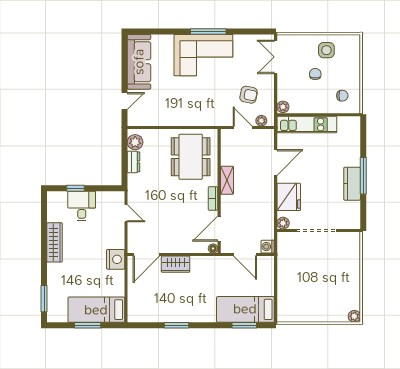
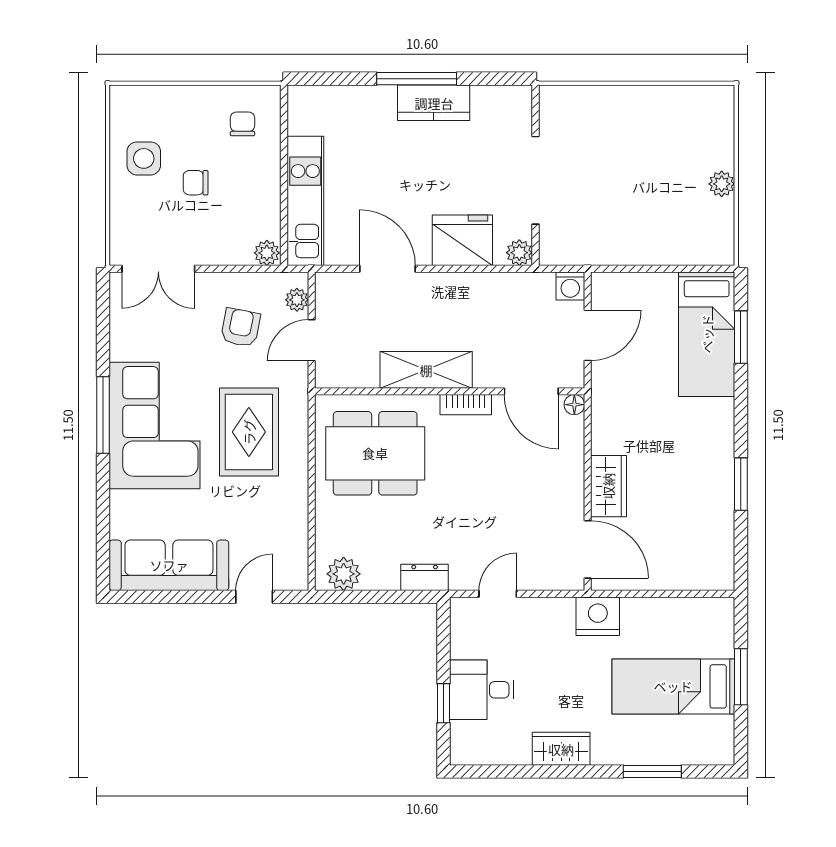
rug: (200, 99) -> (249, 432), added
door: (125, 101) -> (254, 597), hinge flipped
dresser: (133, 162) -> (425, 577), moved
shelving: (227, 180) -> (426, 370), width x1.50, depth x1.33
wardrobe: (55, 242) -> (561, 749), width x0.67
window: (44, 299) -> (652, 772), moved
bed: (96, 310) -> (673, 686), moved, turned 90
plant: (354, 316) -> (722, 184), moved

